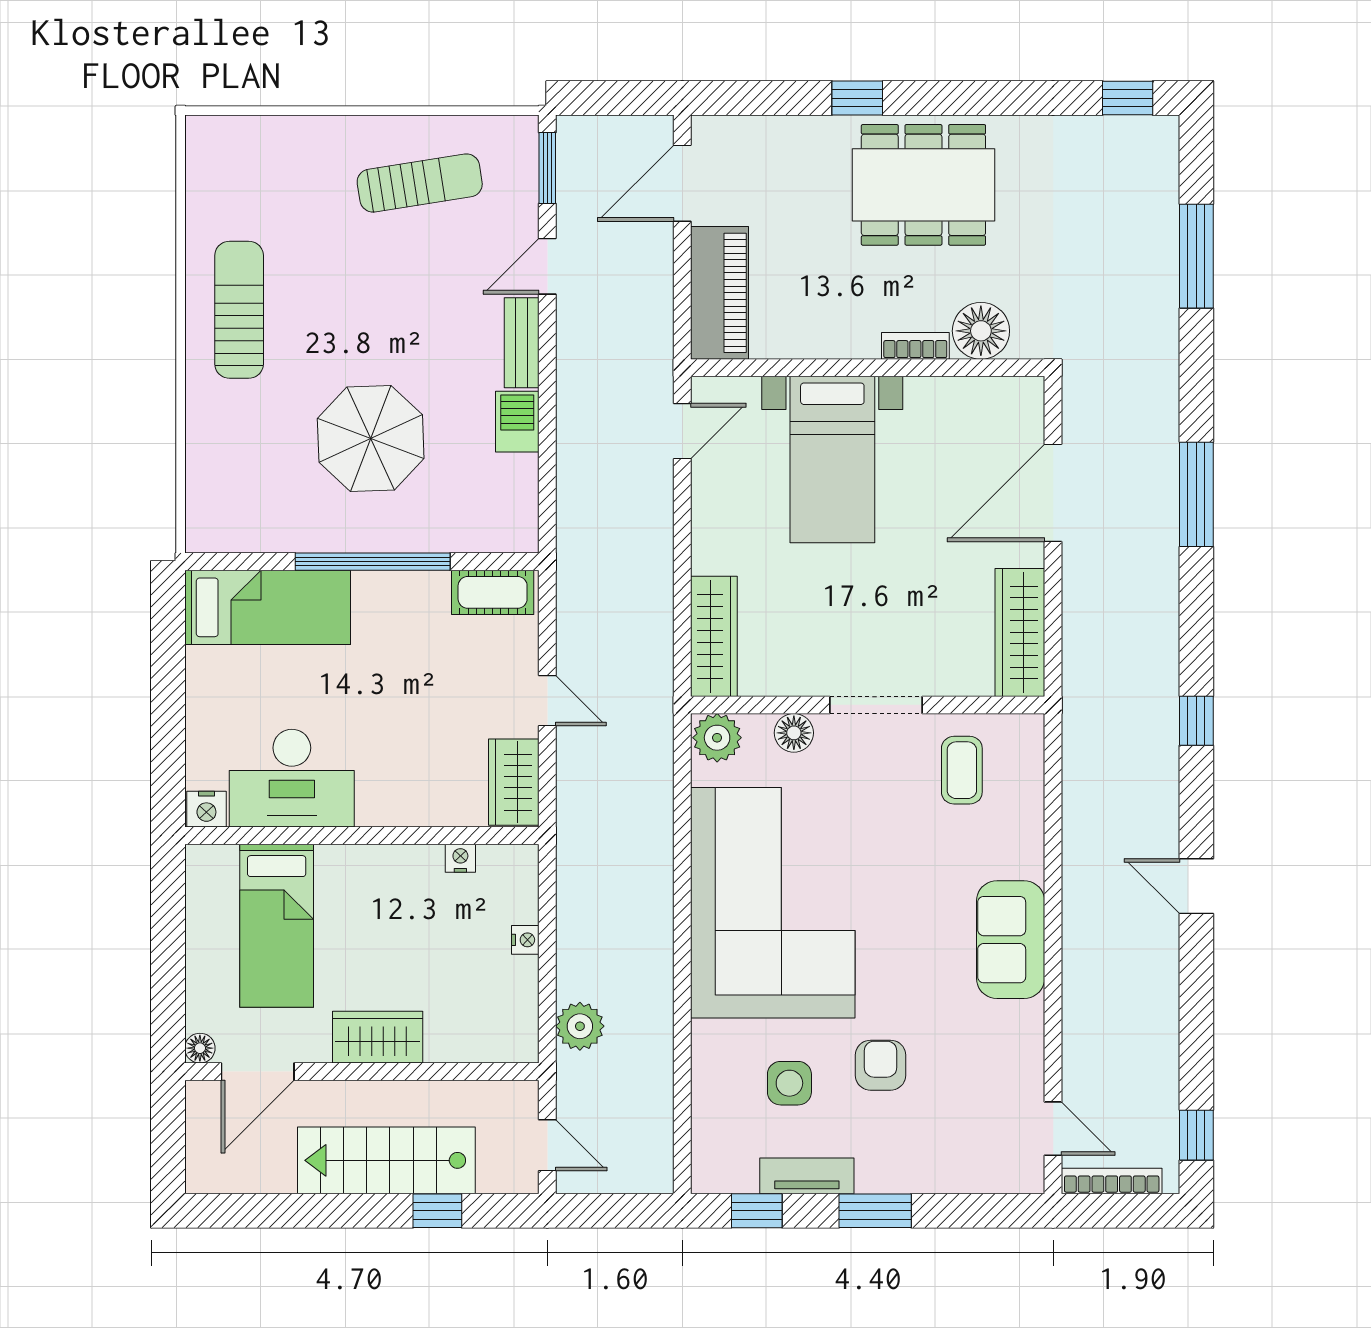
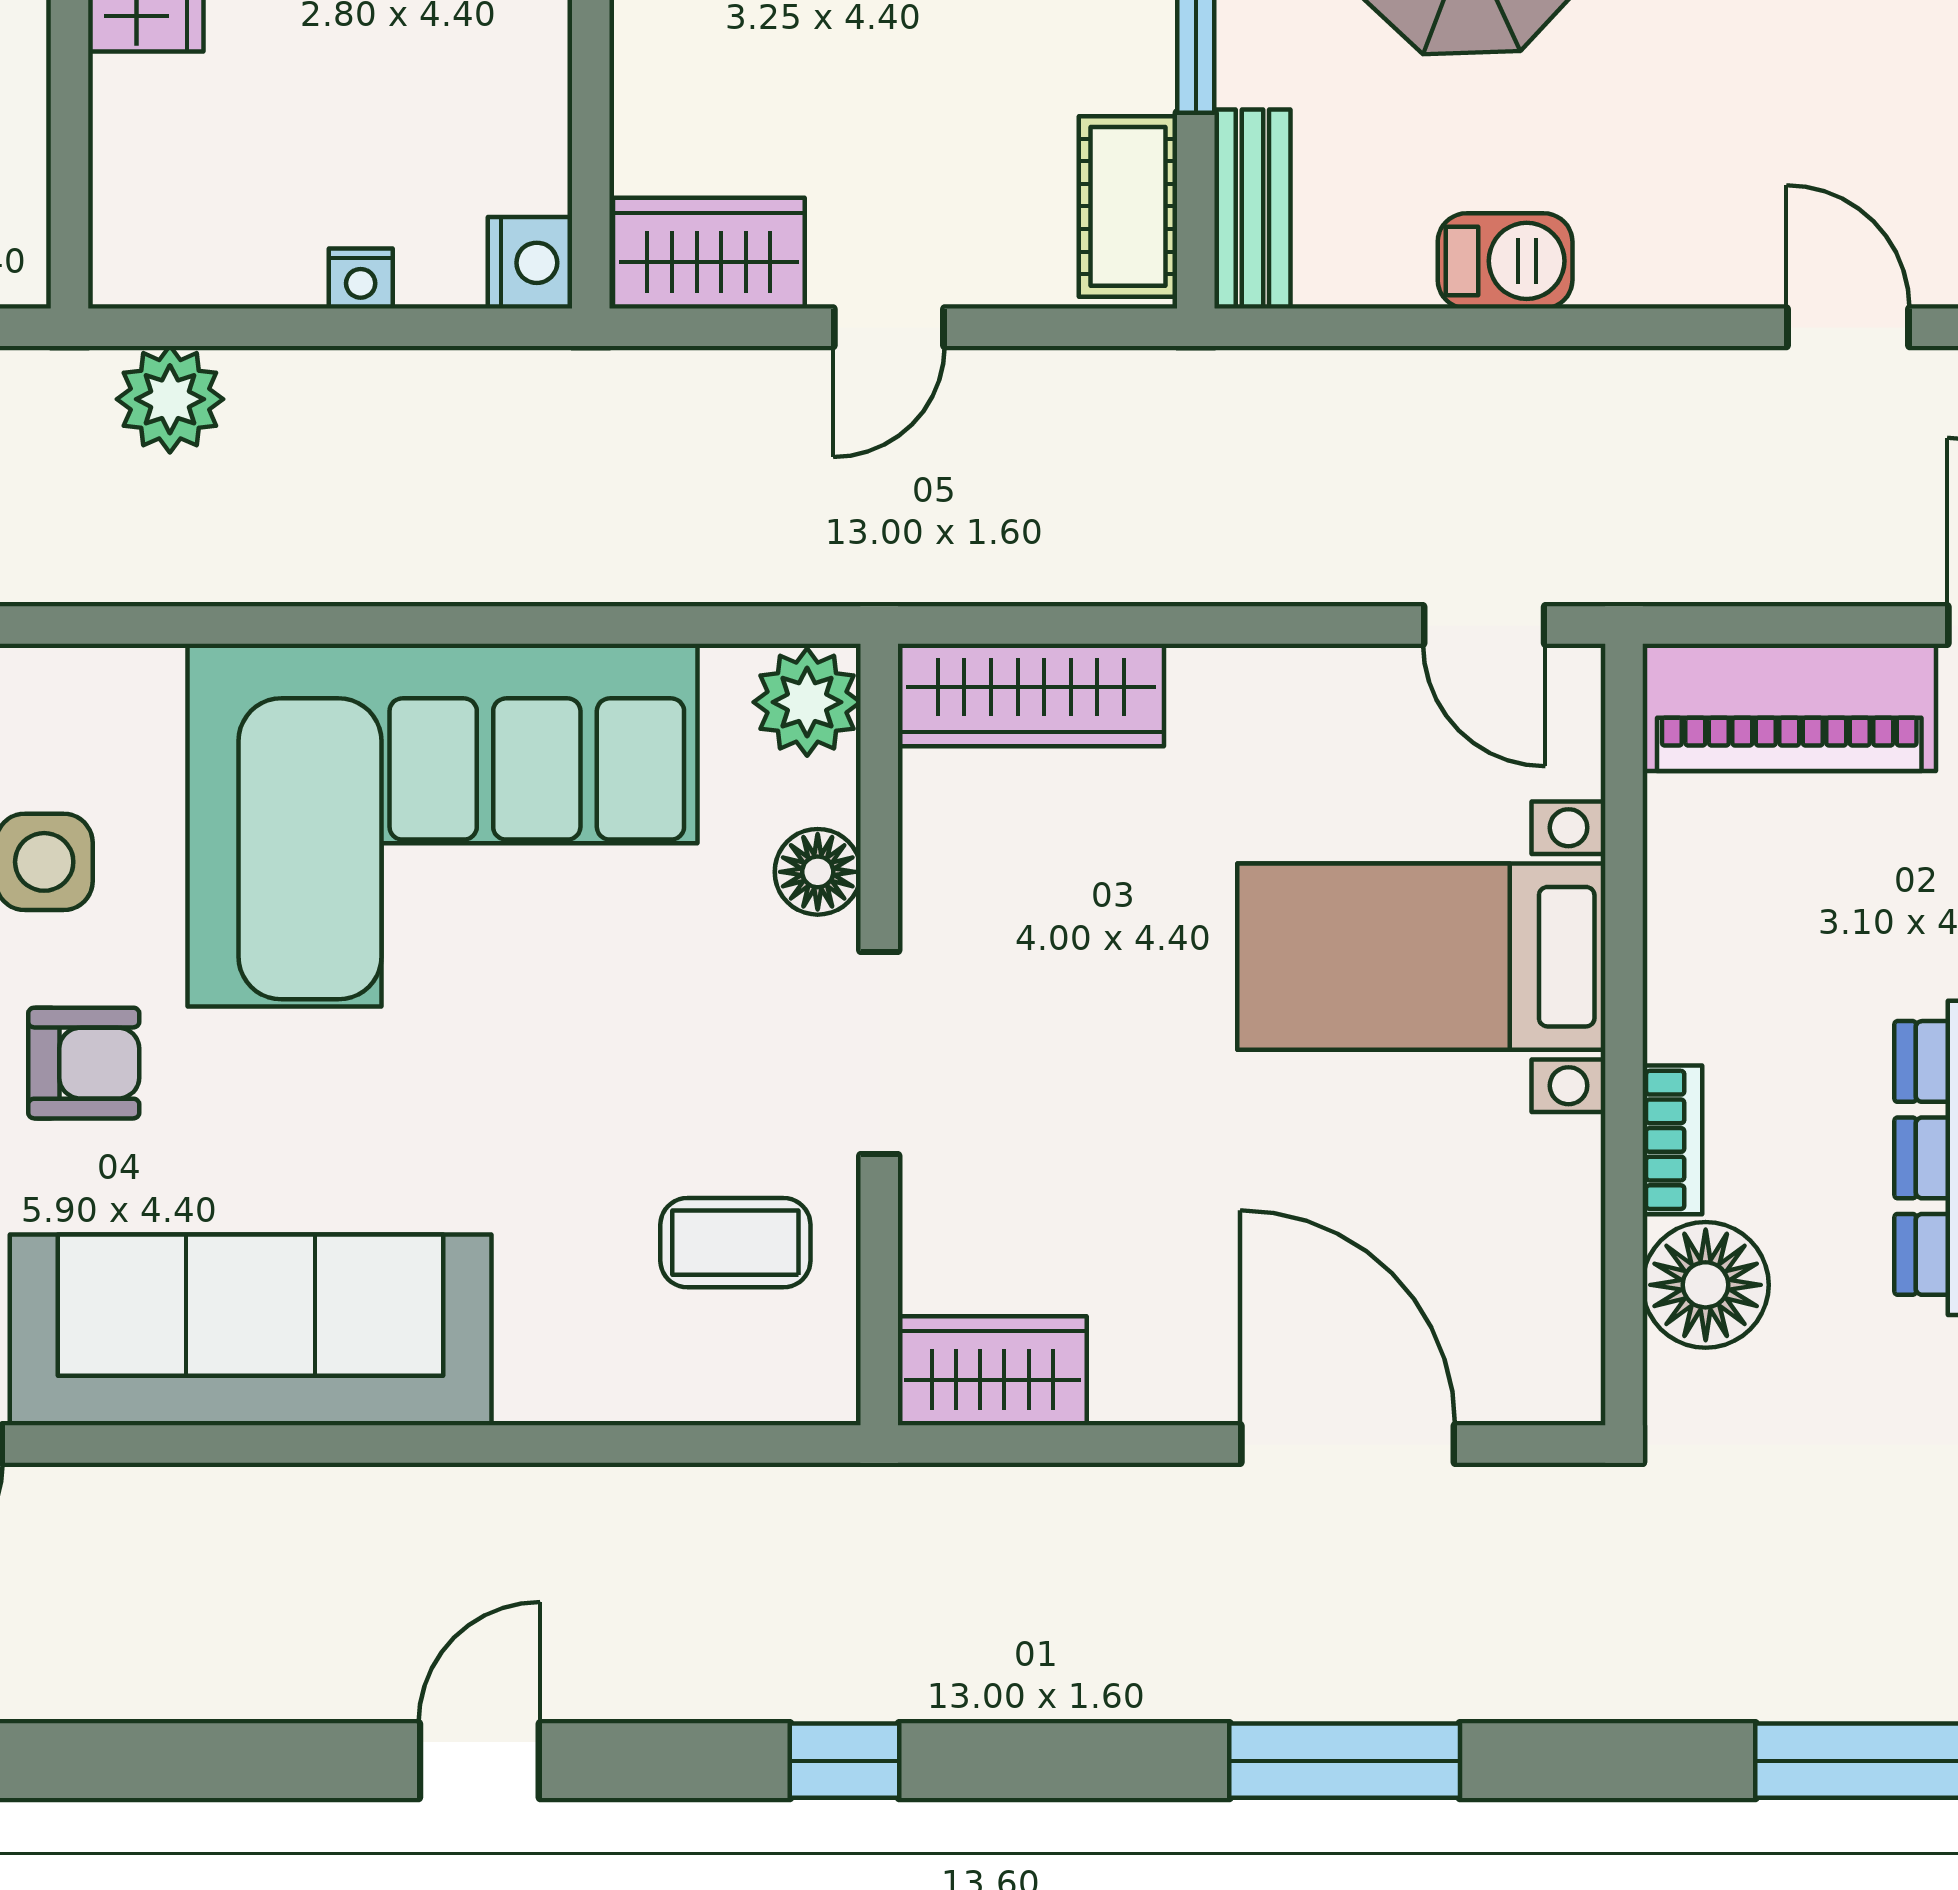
bench: (522, 343) -> (1252, 209), moved, turned 90
wardrobe: (1020, 632) -> (992, 1371), width x0.67
nightstand: (460, 858) -> (530, 263), moved, width x1.39, depth x1.35
sofa: (1011, 940) -> (251, 1330), width x1.85, depth x1.27

